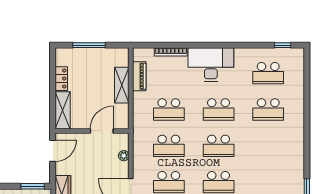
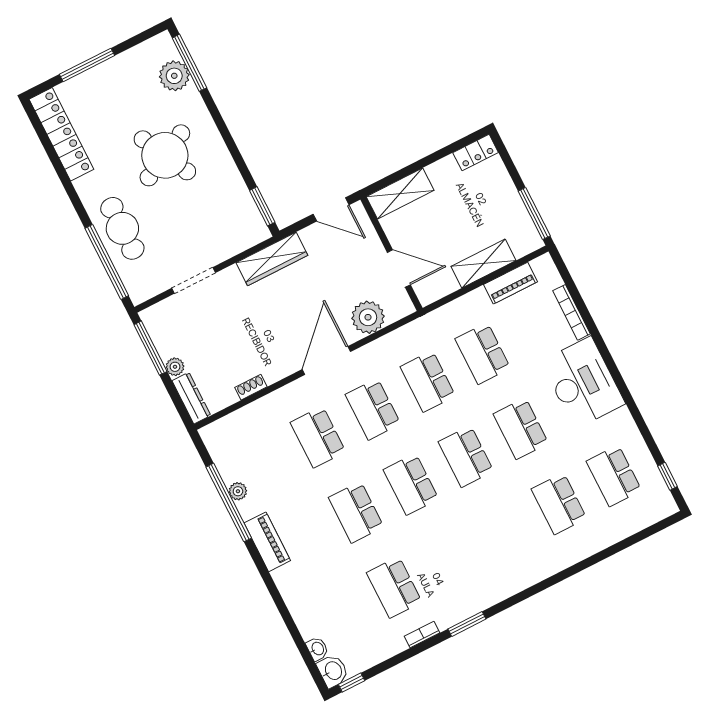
window: (89, 45) -> (534, 213), moved
locker: (61, 79) -> (476, 153), moved
plant: (124, 156) -> (368, 317), width x1.87, depth x1.87

